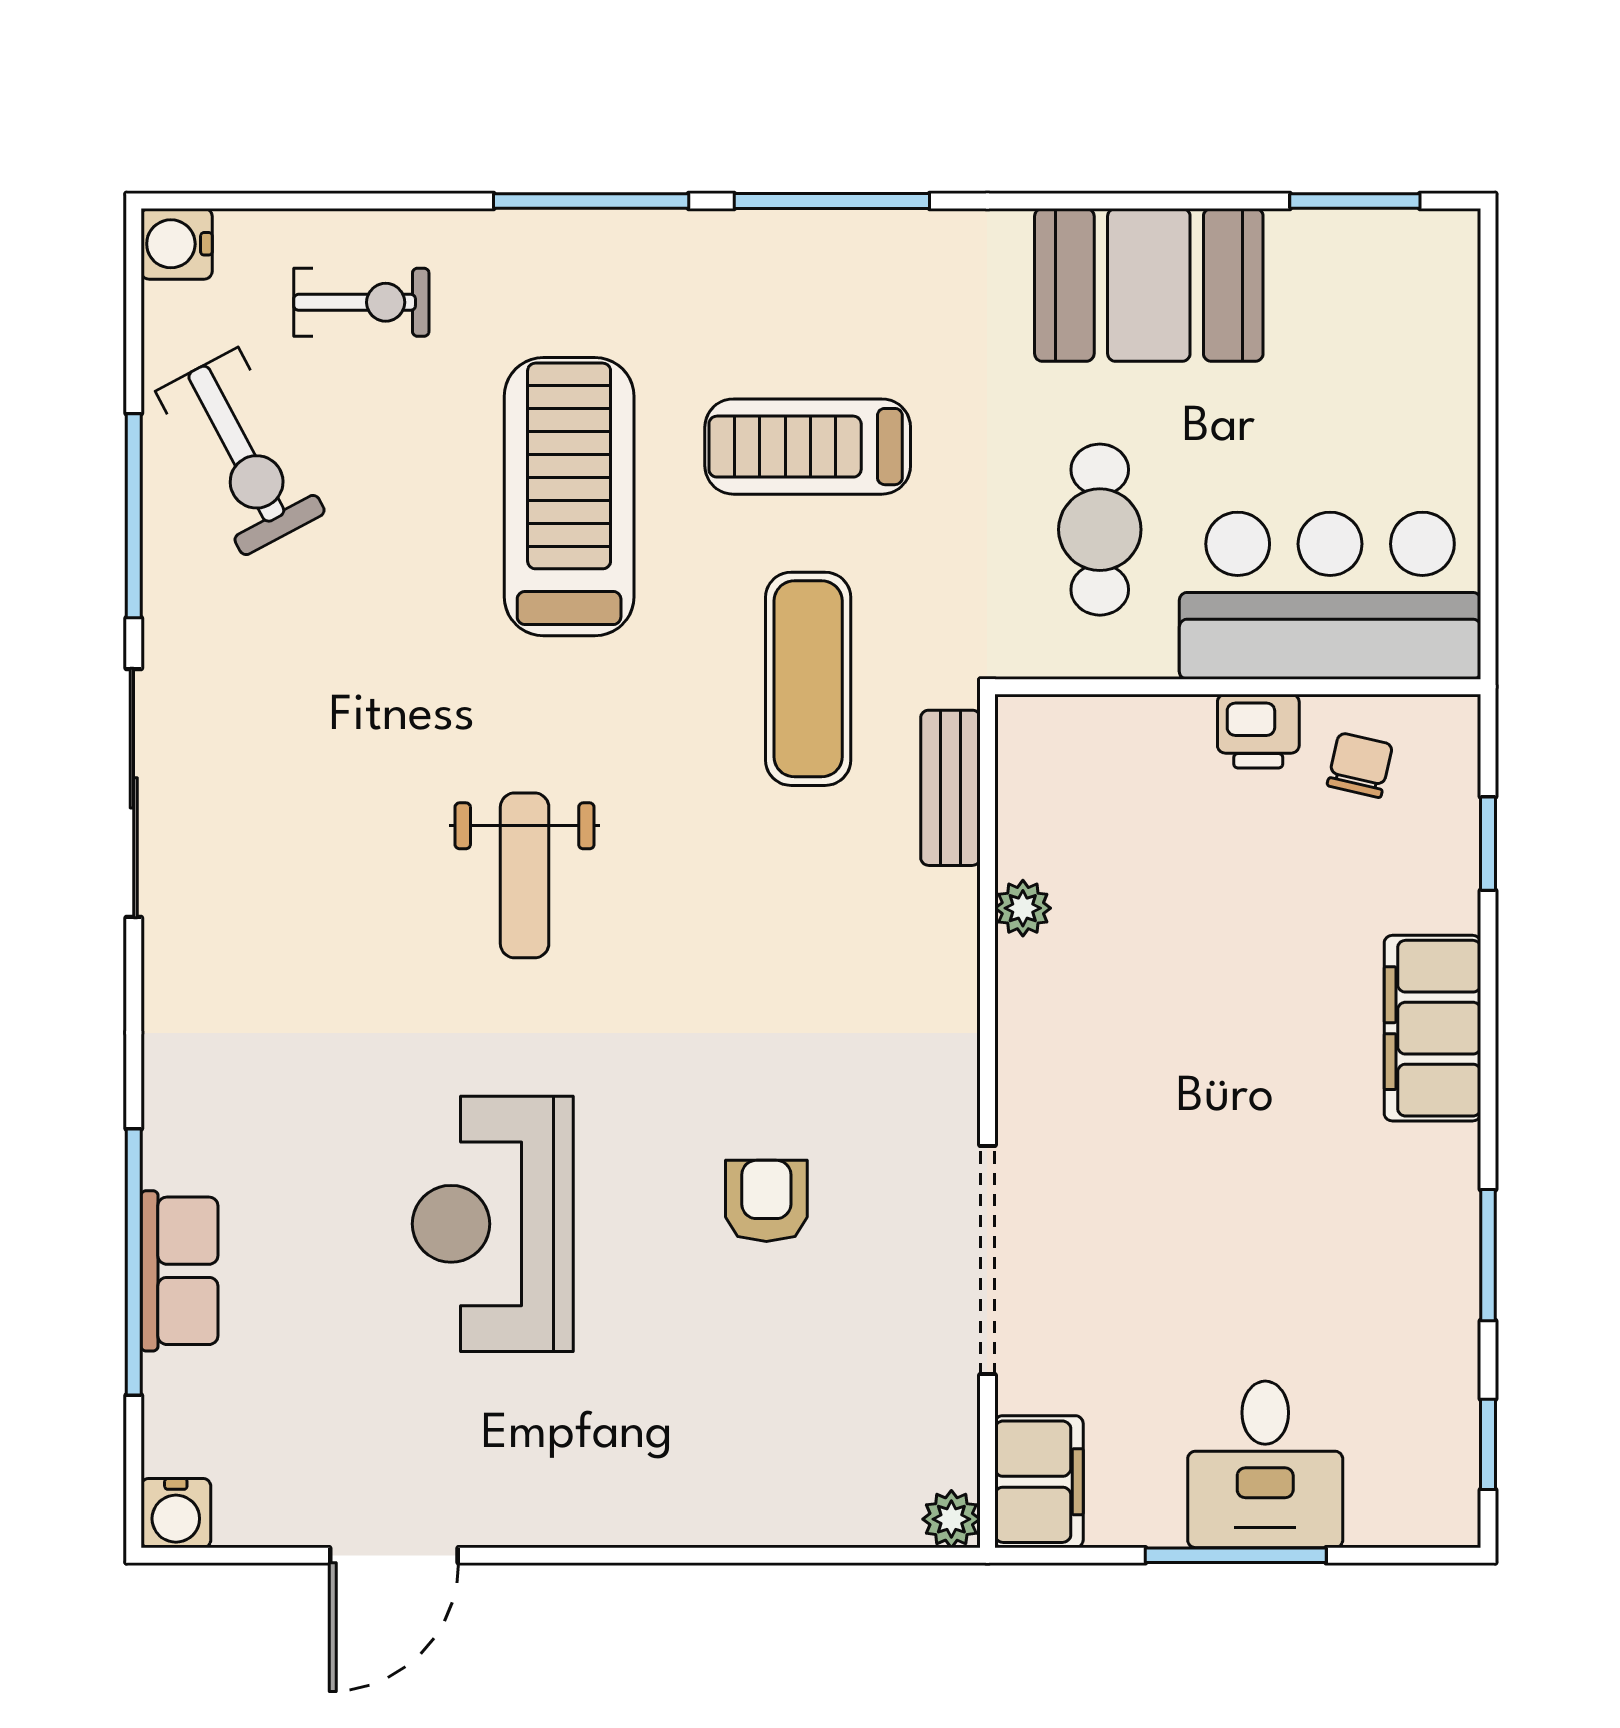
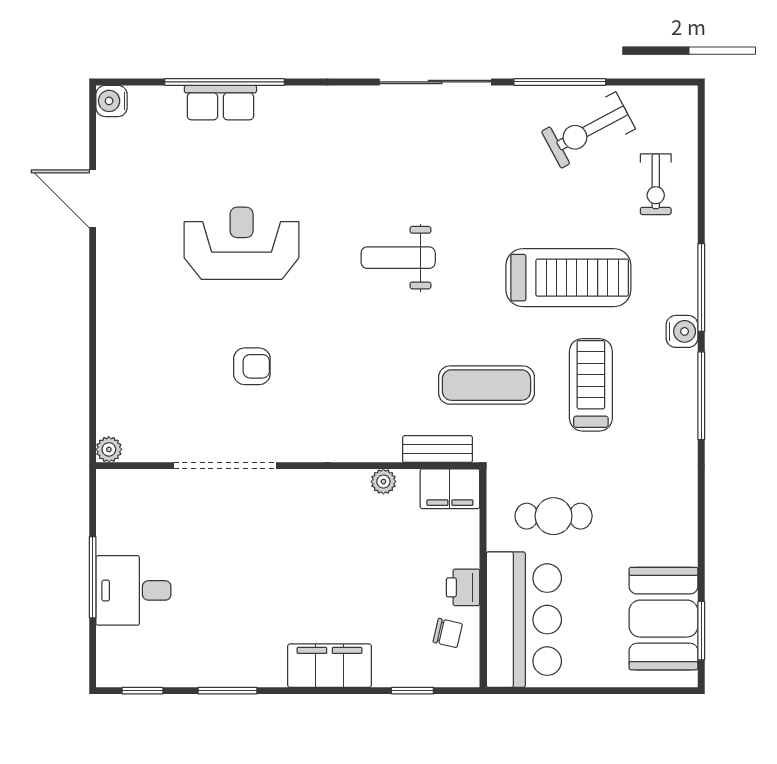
water cooler: (177, 244) -> (682, 331), moved, turned 90
booth: (1149, 285) -> (664, 619), moved
filing cabinet: (1039, 1482) -> (450, 489), moved

